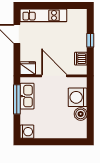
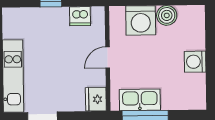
door: (54, 76) -> (108, 57), width x0.53
washing machine: (27, 132) -> (195, 62), moved, turned -90

